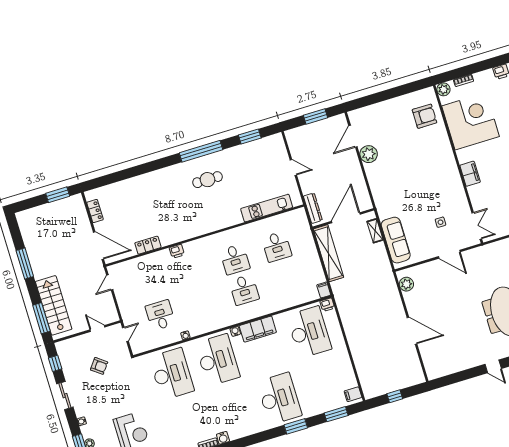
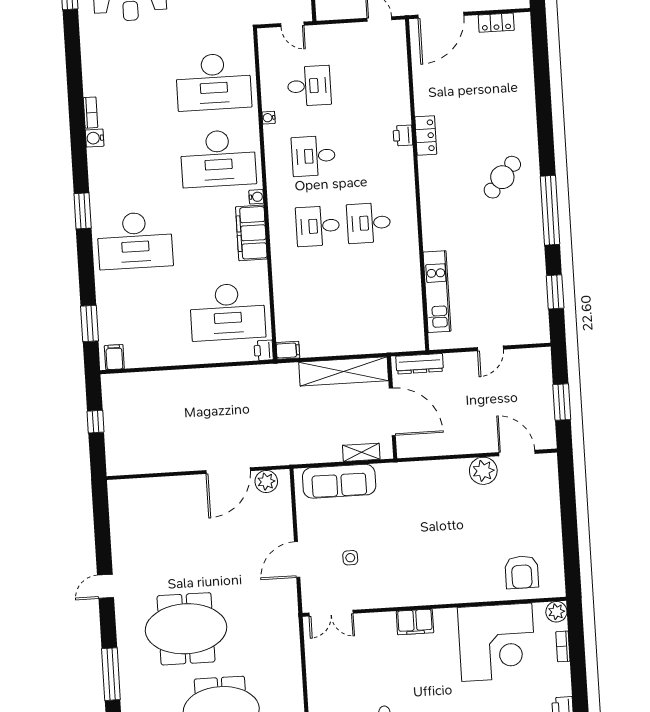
cafe table: (207, 180) -> (502, 177), moved, turned 41
locker: (148, 245) -> (426, 136), moved
desk: (277, 247) -> (313, 156), moved
door: (412, 331) -> (228, 471), moved
window: (296, 426) -> (83, 211), moved

